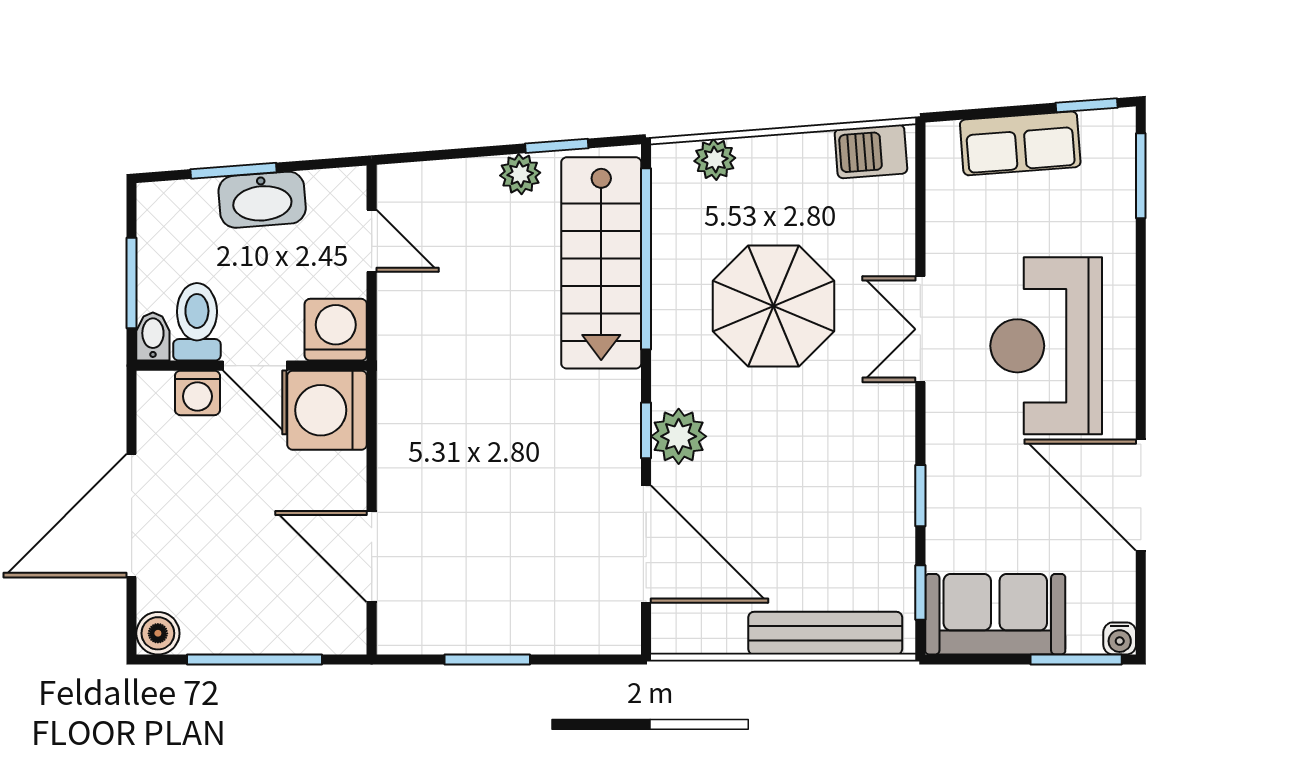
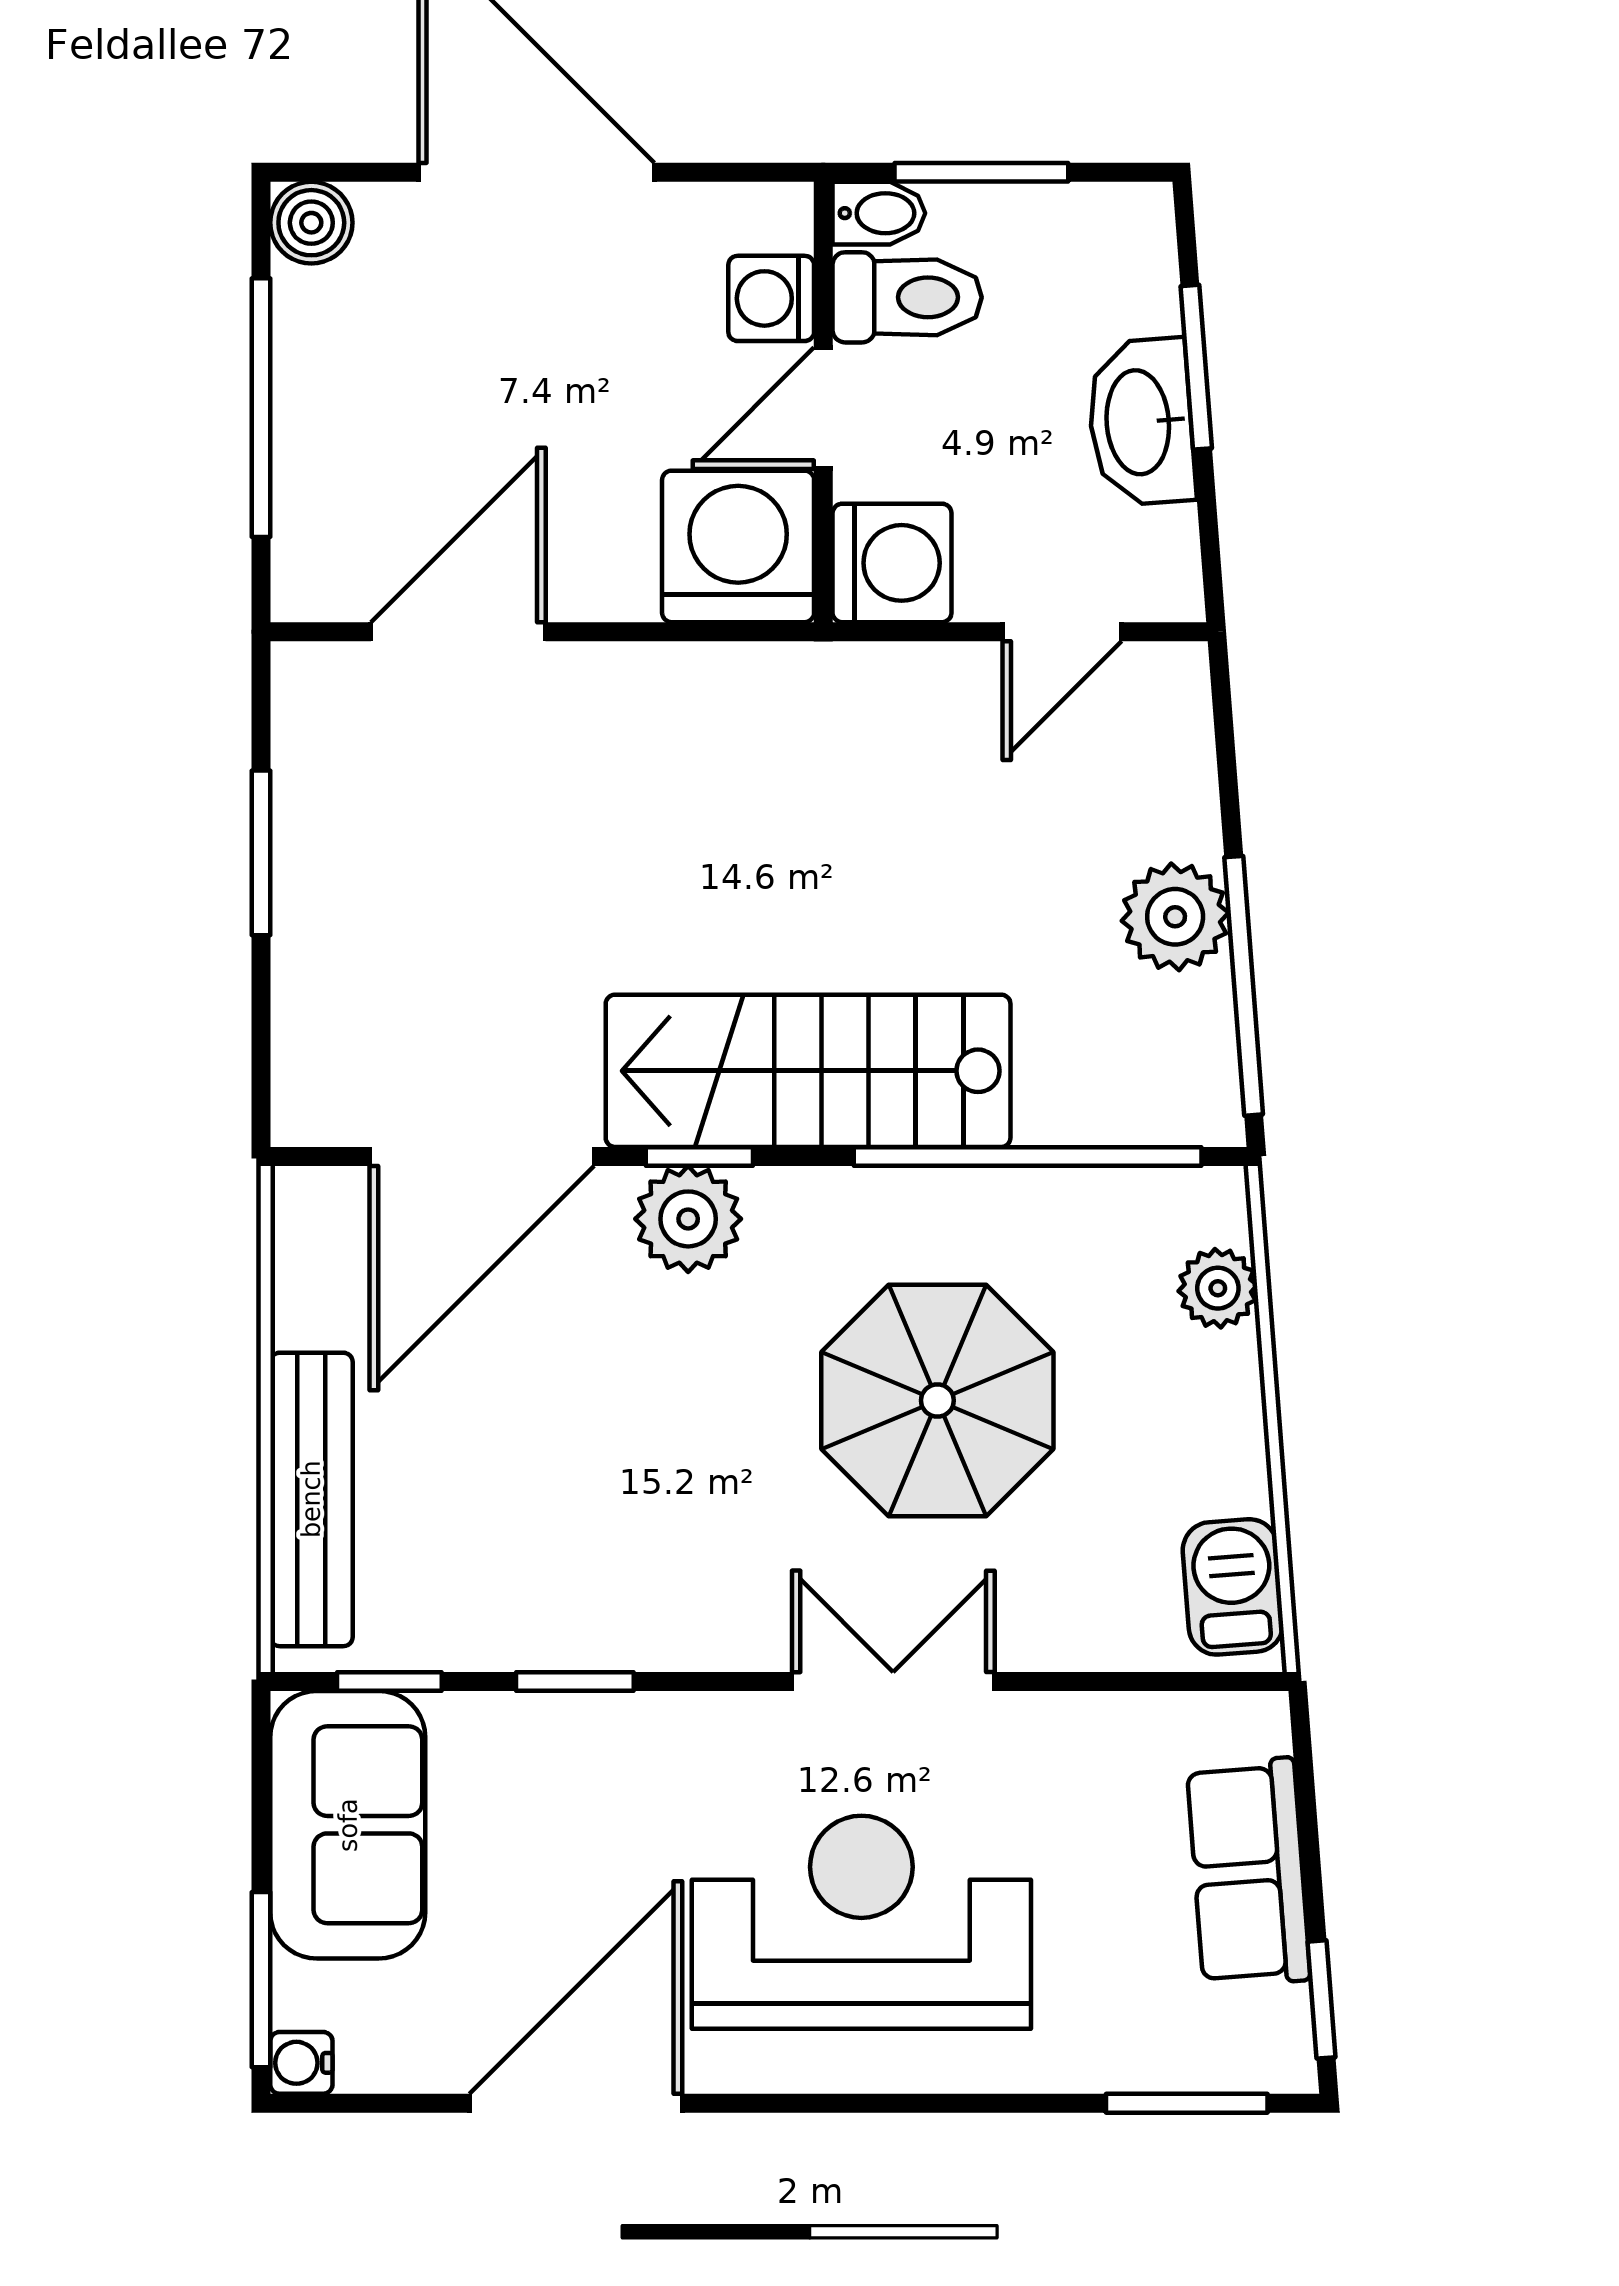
window: (557, 146) -> (1244, 986), width x2.17
plant: (520, 174) -> (1175, 917), width x1.38, depth x1.38
stairs: (601, 263) -> (808, 1071), moved

